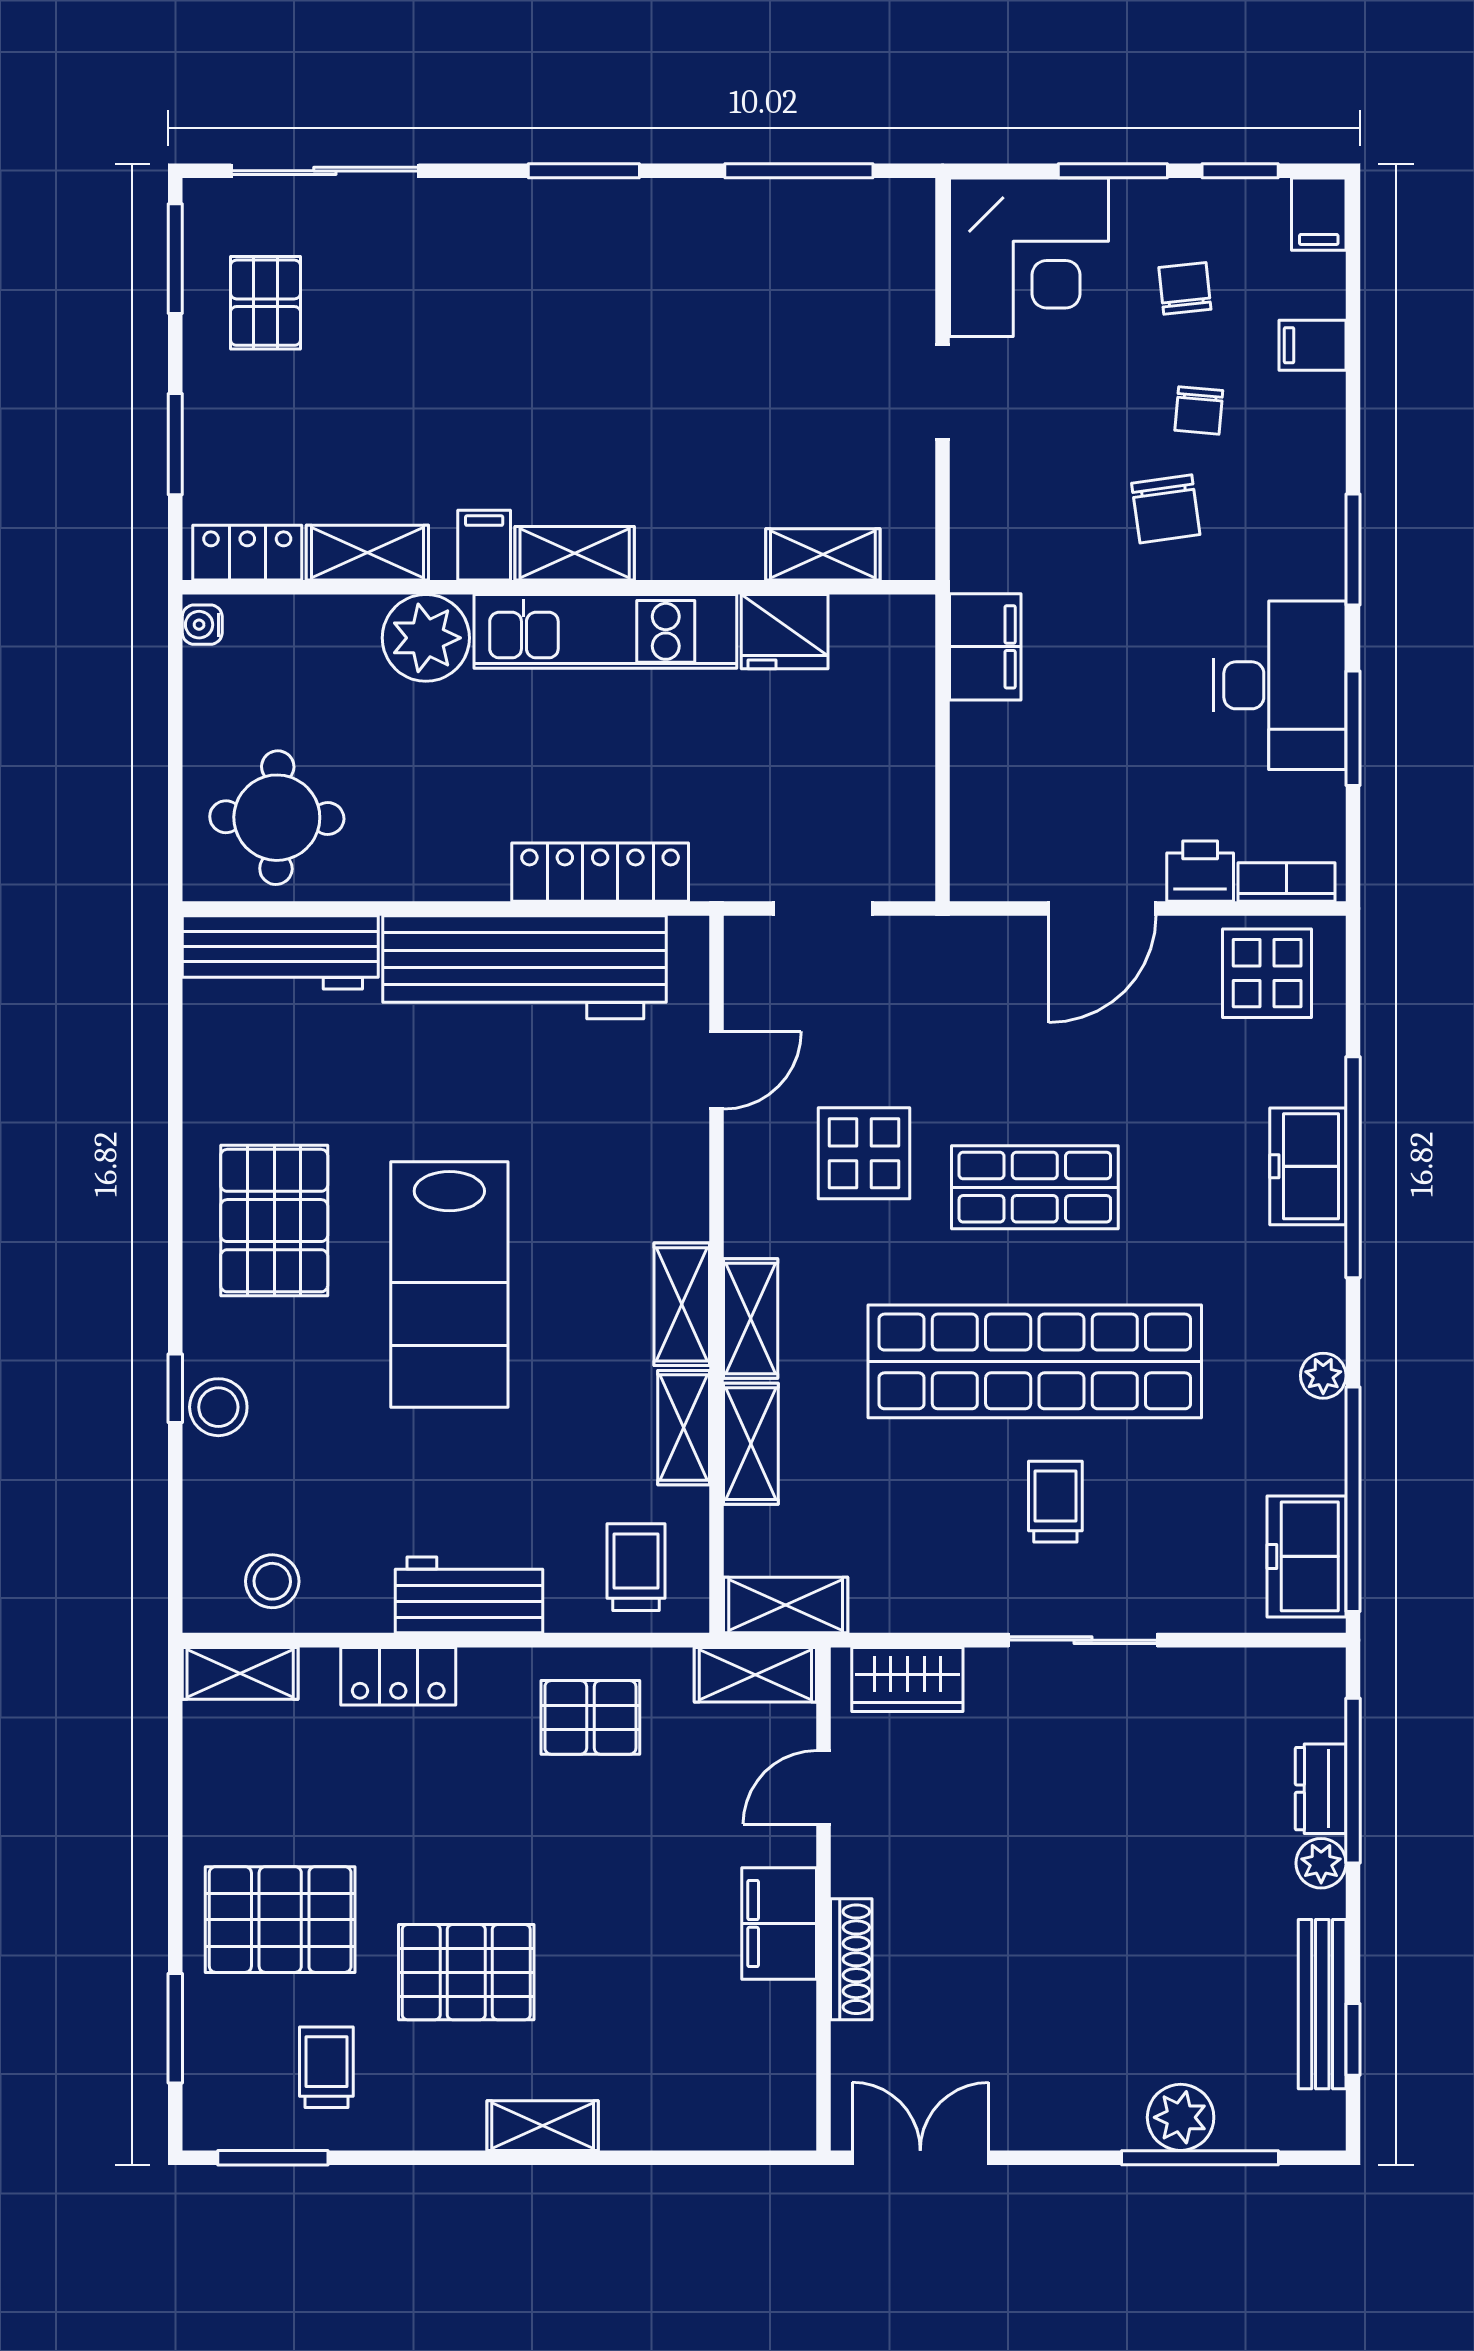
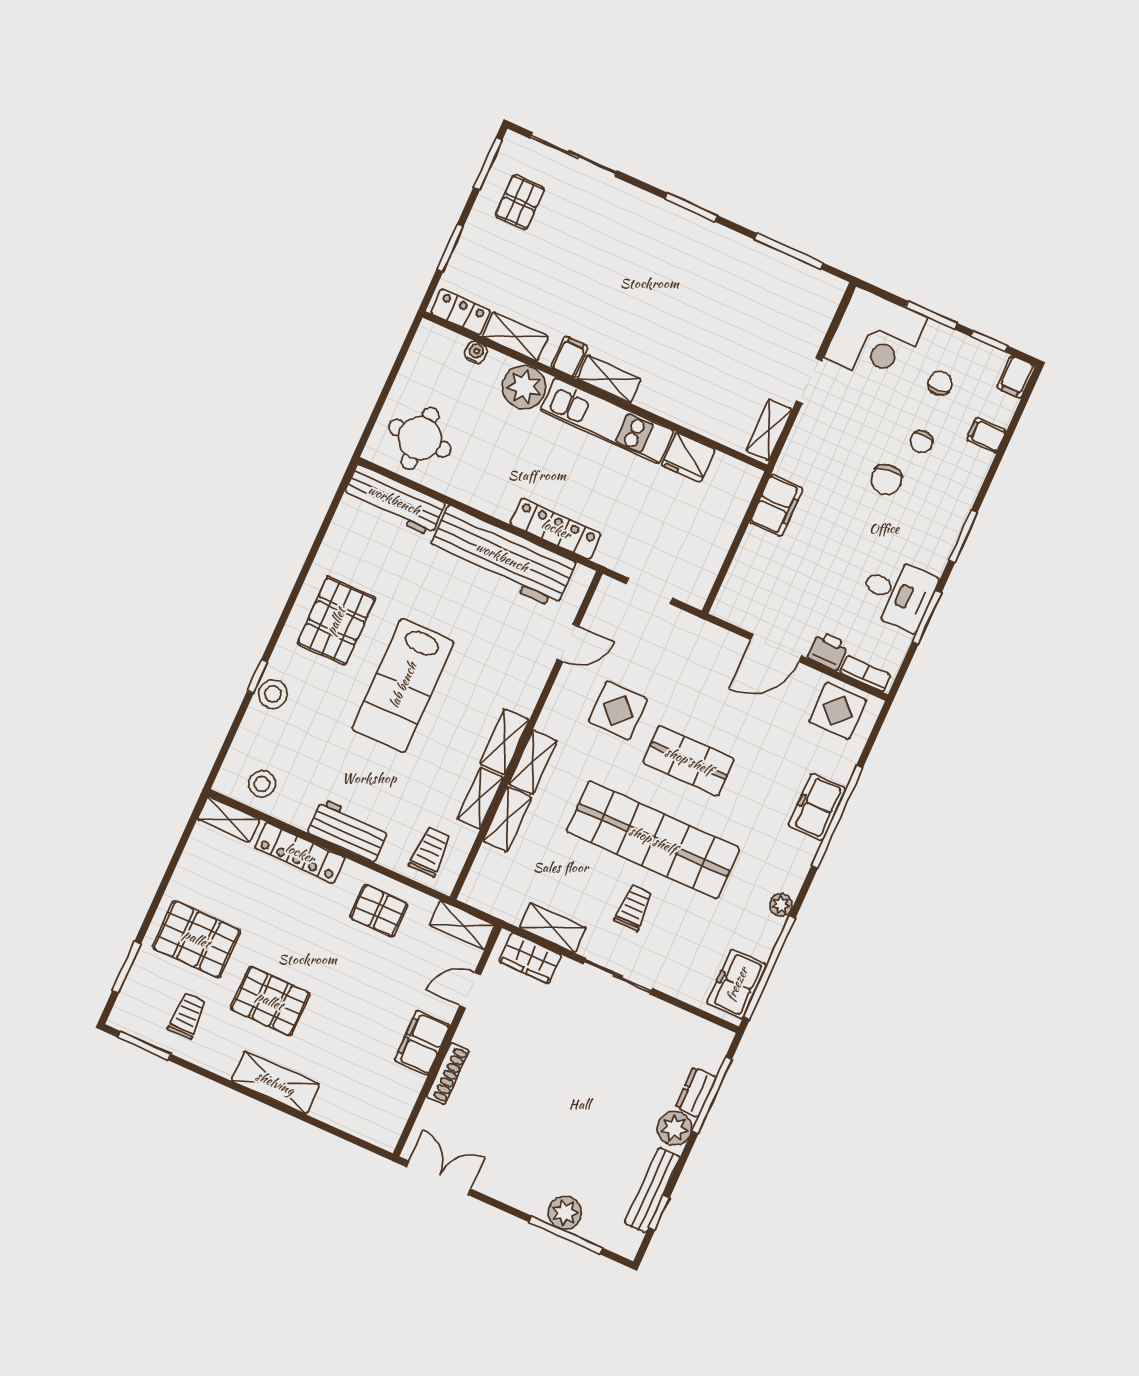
shelving: (823, 554) -> (769, 430), moved, turned 90
water cooler: (202, 625) -> (476, 352), moved, turned 90
desk: (1280, 685) -> (897, 593), width x0.73
shelving: (786, 1605) -> (553, 928), moved
locker: (398, 1676) -> (300, 853), width x1.53
plant: (1321, 1863) -> (674, 1128), width x1.38, depth x1.38
shelving: (543, 2126) -> (275, 1083), width x1.50, depth x1.33

